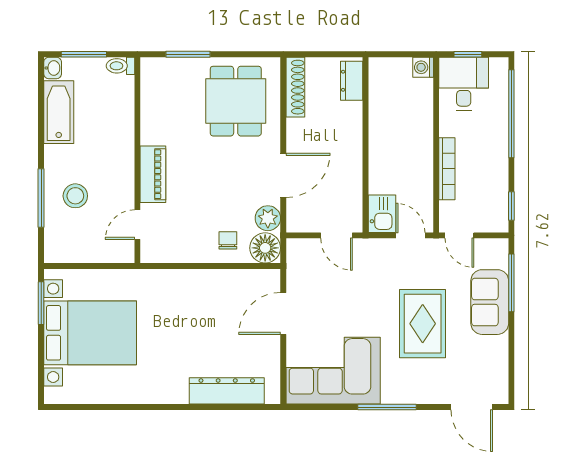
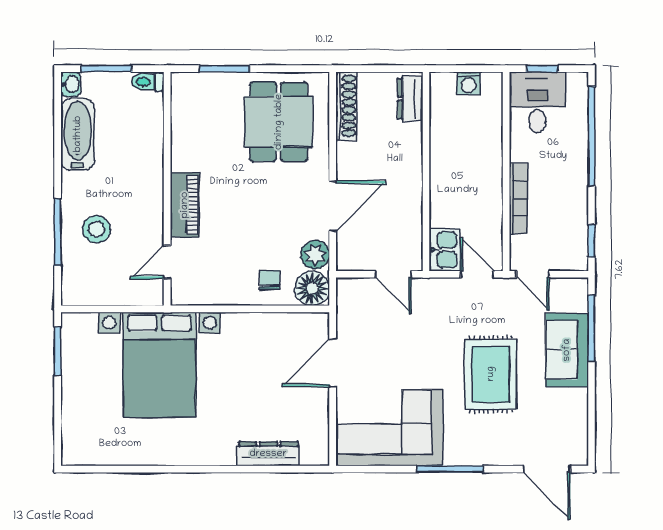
washing machine: (423, 67) -> (469, 83), moved, turned -90
bed with nightstands: (90, 333) -> (159, 365), moved, turned 90
dresser: (227, 391) -> (268, 454), width x0.73, depth x0.80

